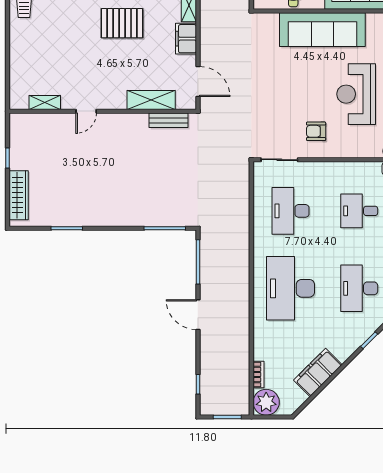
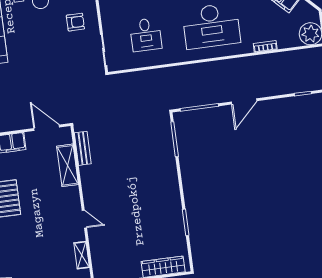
door: (198, 81) -> (47, 128), hinge flipped
armchair: (316, 131) -> (75, 22), turned -90
desk: (291, 211) -> (146, 35), width x0.73
bookcase: (258, 374) -> (265, 46), moved

